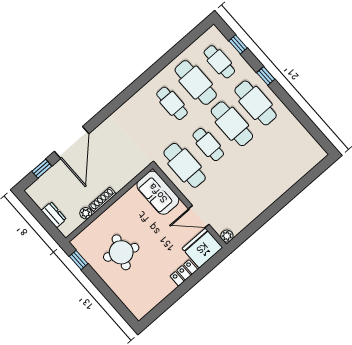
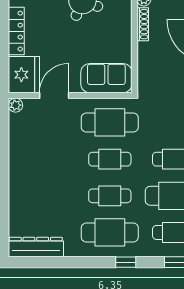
cafe table: (232, 124) -> (110, 196), width x0.73, depth x0.74
dresser: (307, 142) -> (36, 247), added
locker: (184, 273) -> (16, 31), width x1.53

